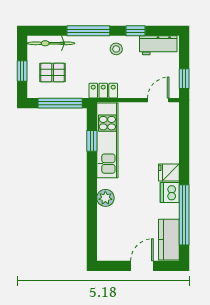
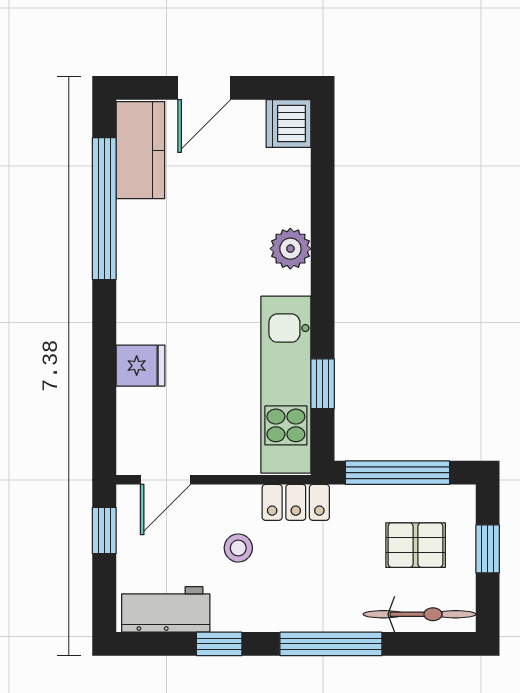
stool: (116, 49) -> (238, 548), moved
fridge: (169, 172) -> (141, 366), moved
dishwasher: (170, 193) -> (288, 124), moved, turned 180

